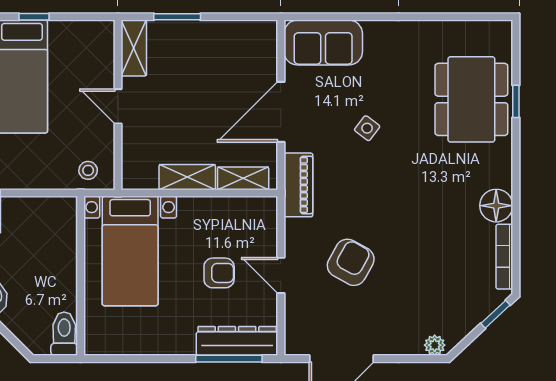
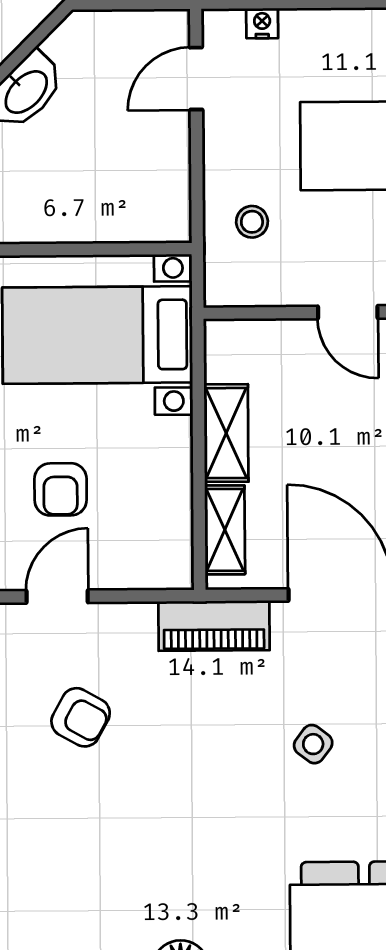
door: (118, 106) -> (348, 312), swing flipped
stool: (88, 170) -> (252, 222), moved
armchair: (351, 262) -> (81, 717), width x0.72, depth x0.72

